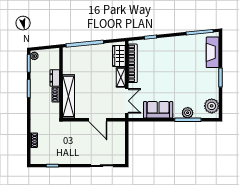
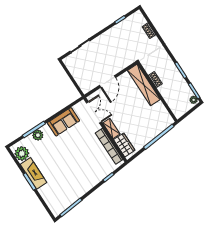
fireplace: (213, 52) -> (33, 173), moved
dresser: (55, 78) -> (165, 93), removed
double door: (127, 101) -> (94, 112), swing flipped
door: (98, 120) -> (107, 81), swing flipped

